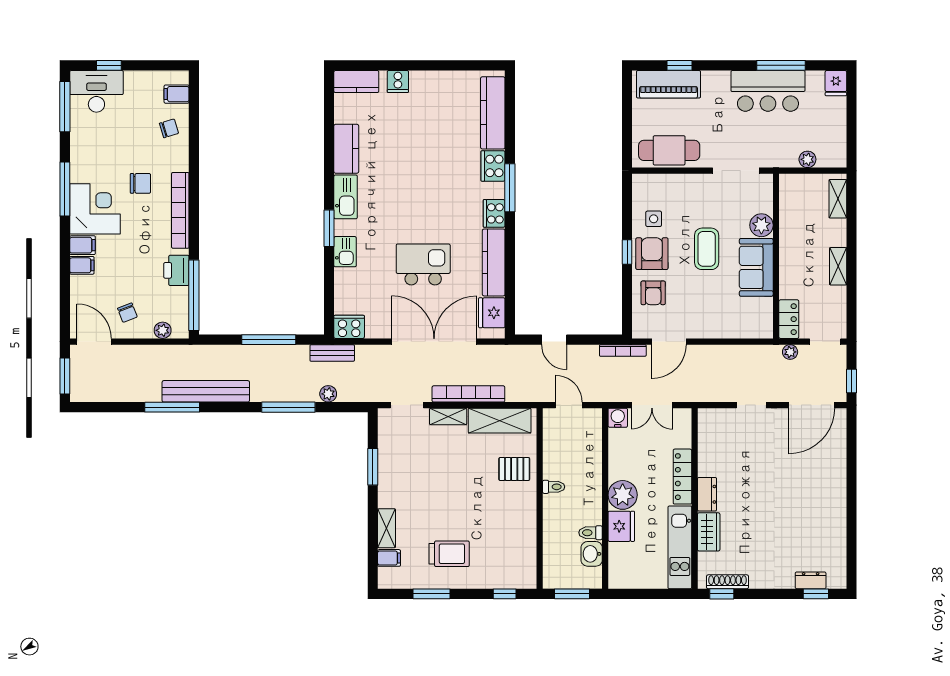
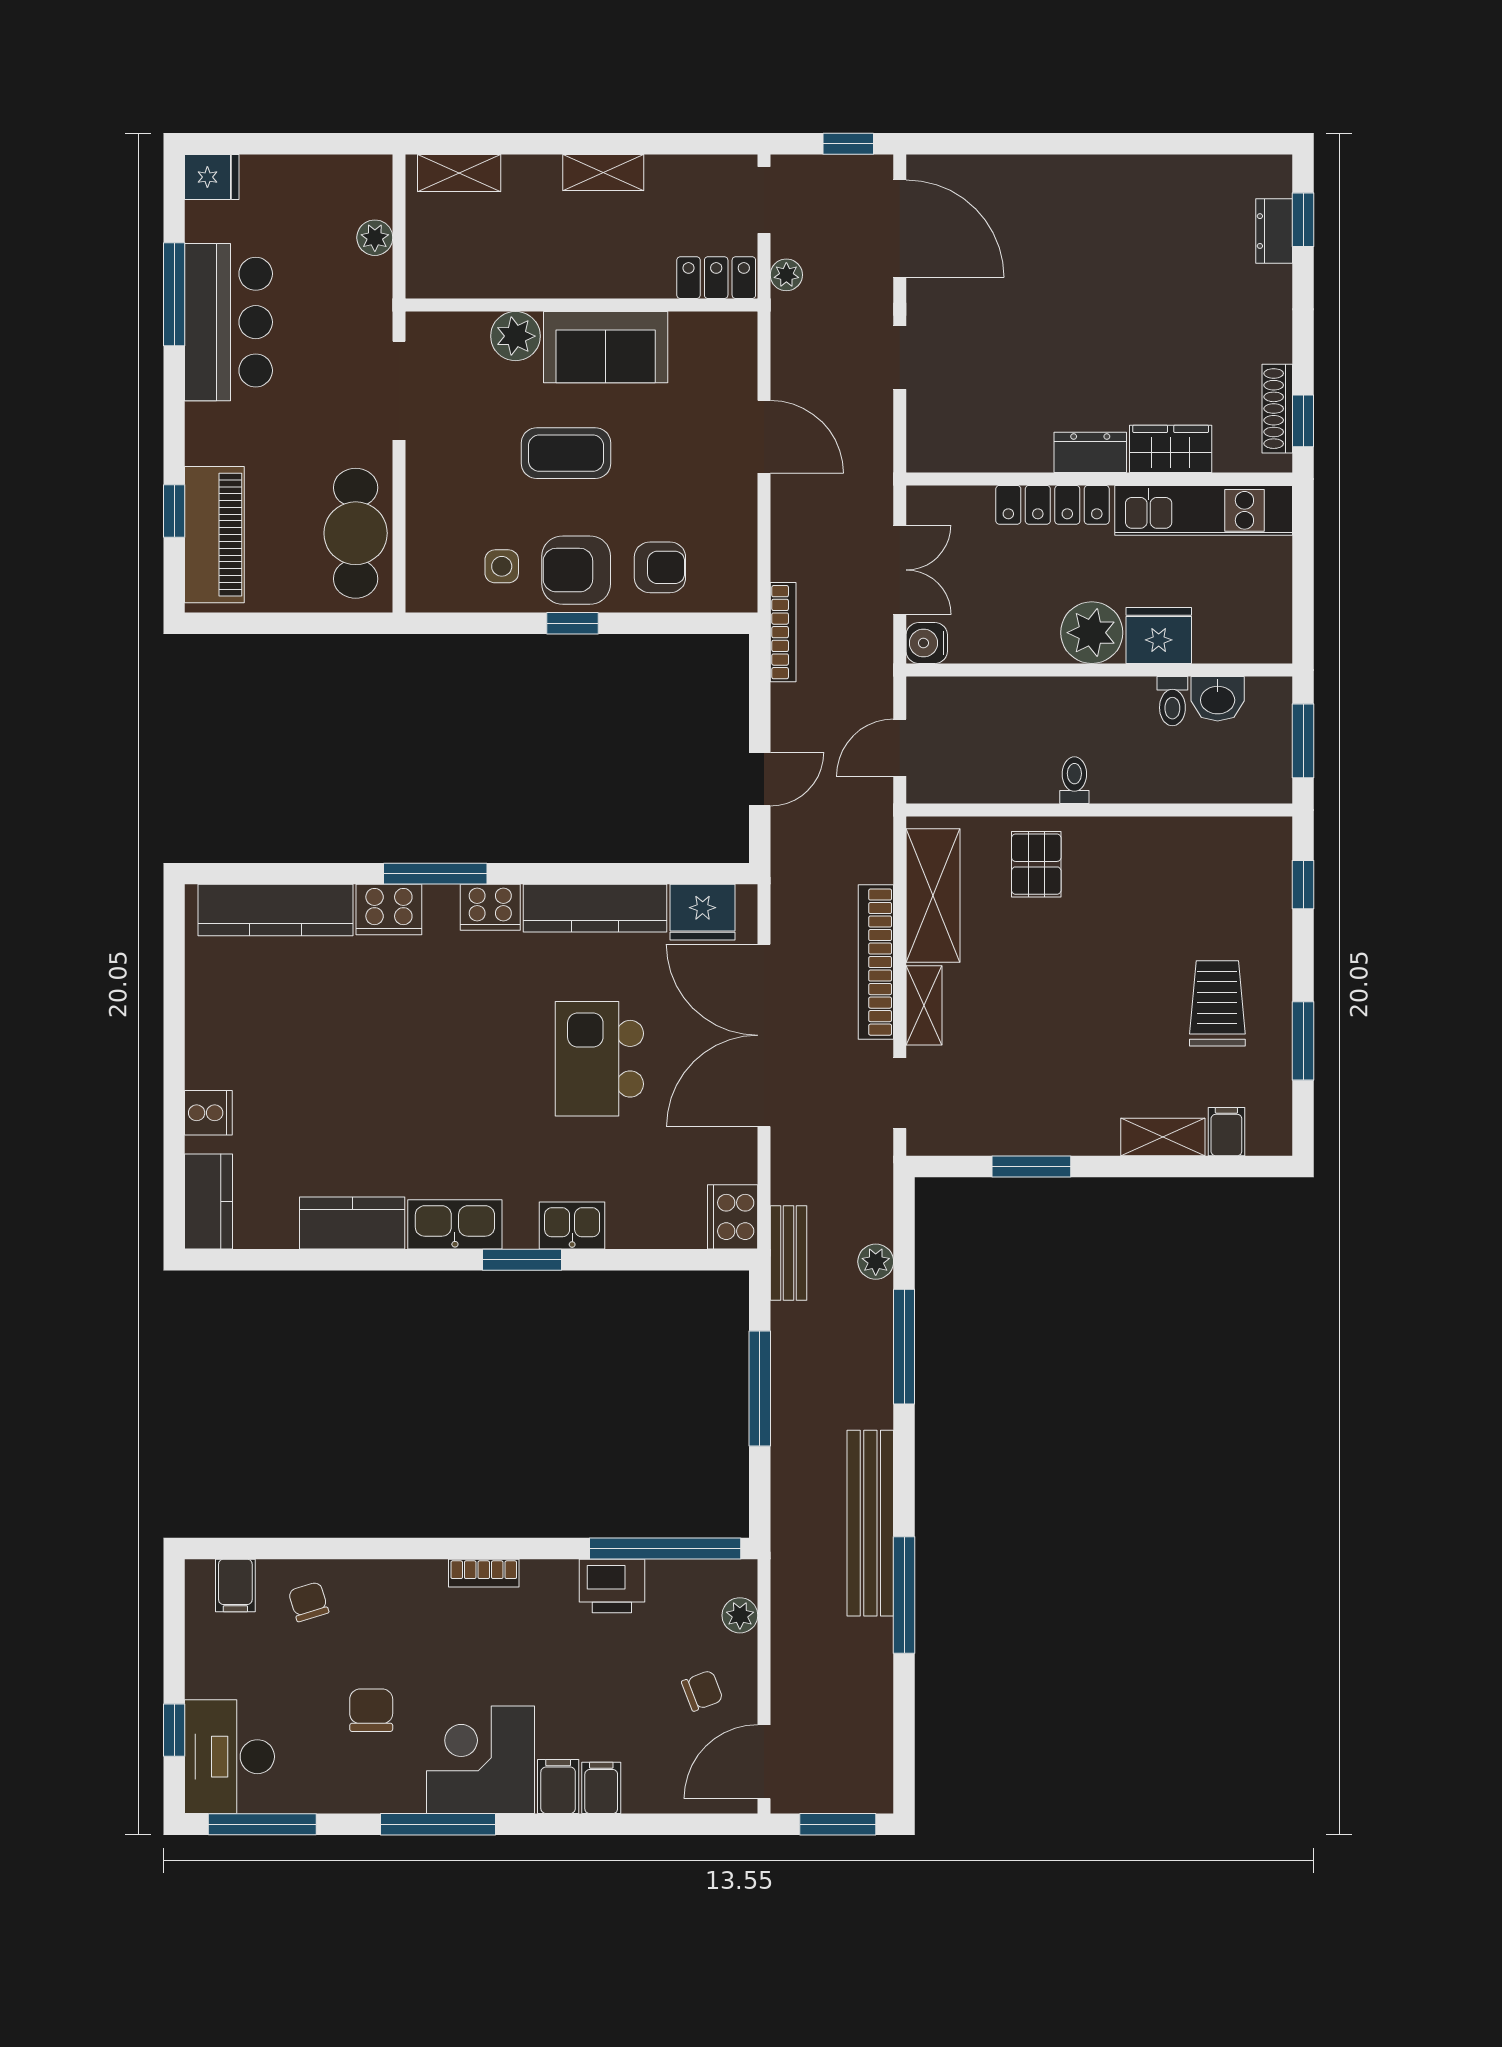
chair: (140, 183) -> (371, 1710), moved
bookcase: (180, 210) -> (484, 1573), width x0.43, depth x0.76
door: (669, 342) -> (764, 437), moved

